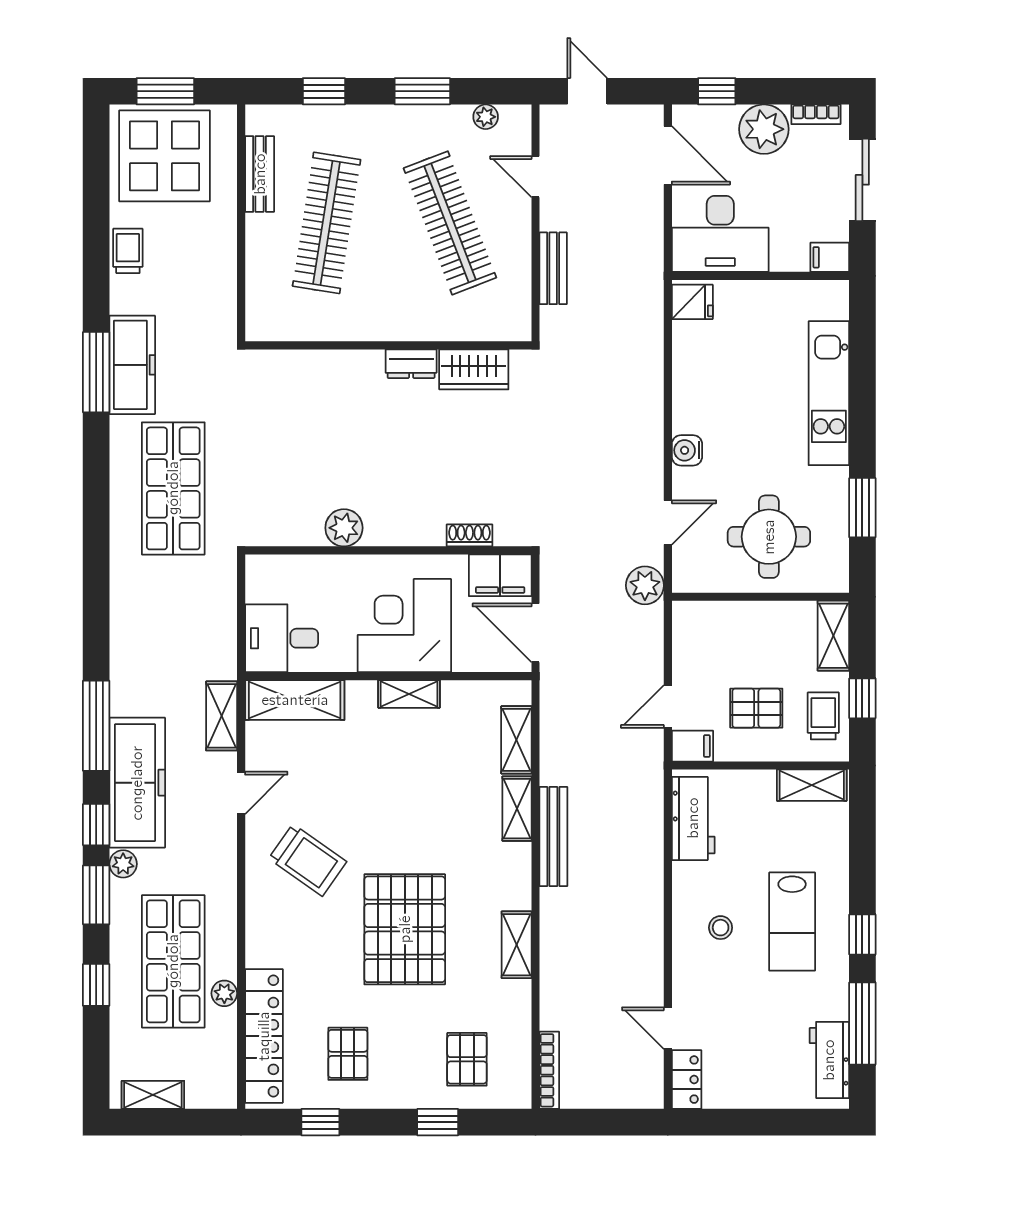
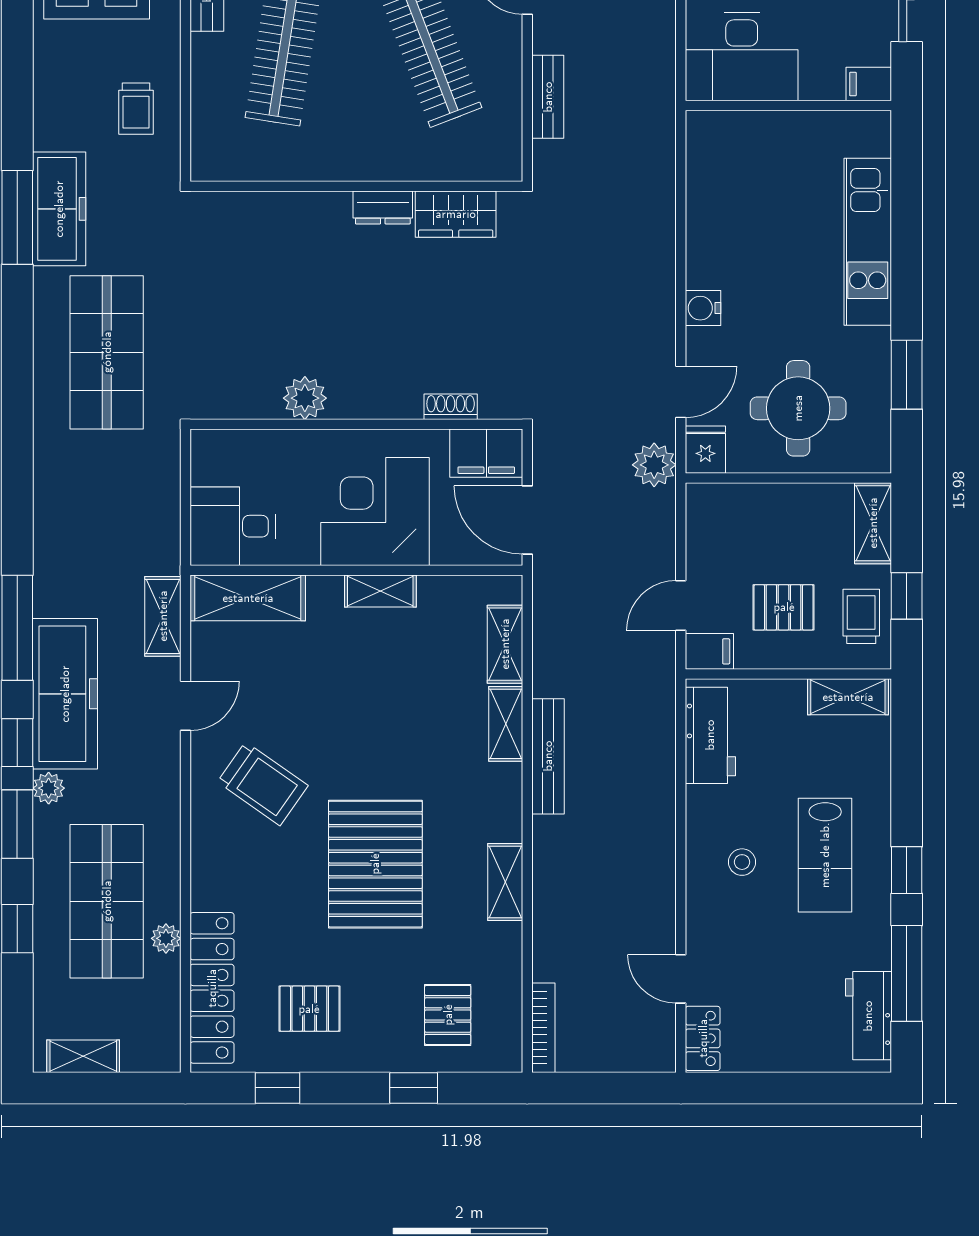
trolley: (128, 251) -> (136, 109), moved, turned 180
fridge: (692, 302) -> (705, 450), moved, turned -90
pallet: (348, 1054) -> (309, 1009), turned 90

